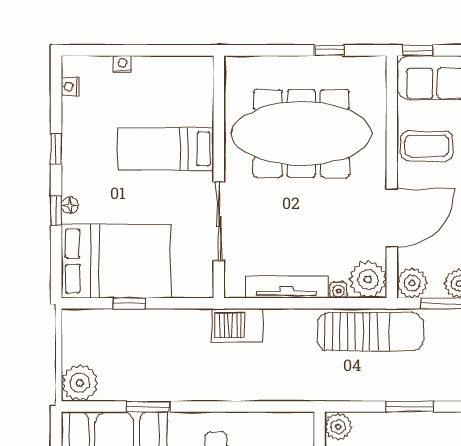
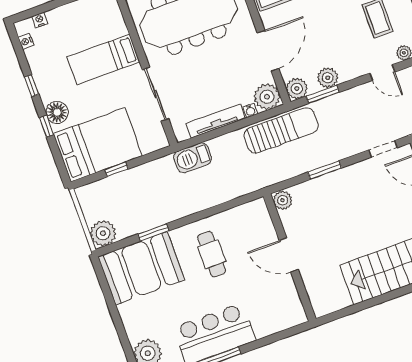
nightstand: (123, 64) -> (40, 20), moved
floor lamp: (70, 205) -> (57, 112), width x1.89, depth x1.89

